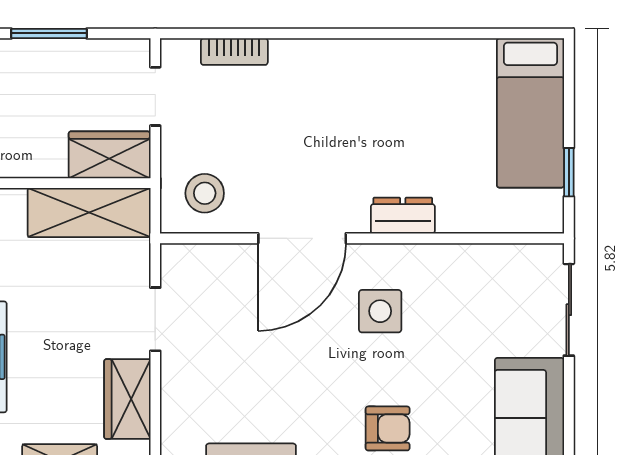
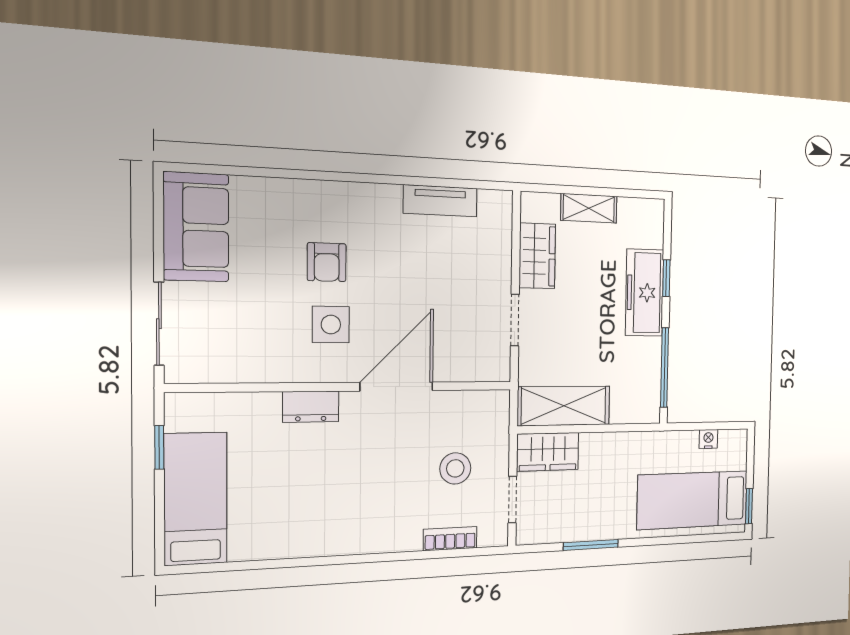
stool: (205, 193) -> (455, 468), moved
armchair: (388, 428) -> (327, 262), moved, turned -90

